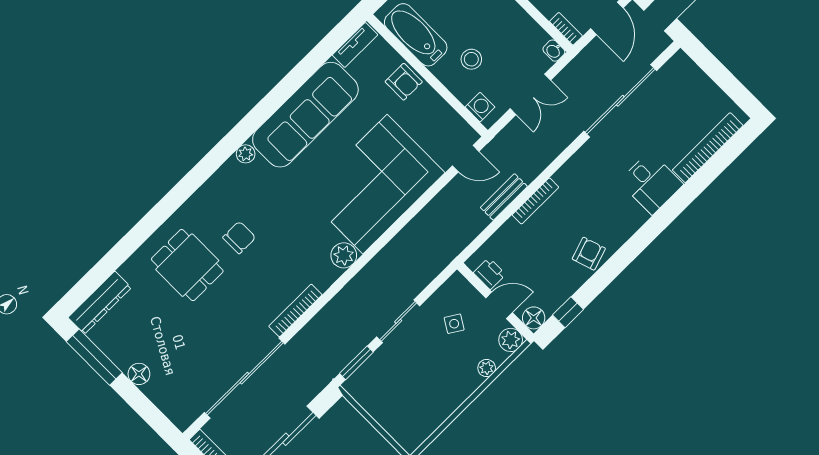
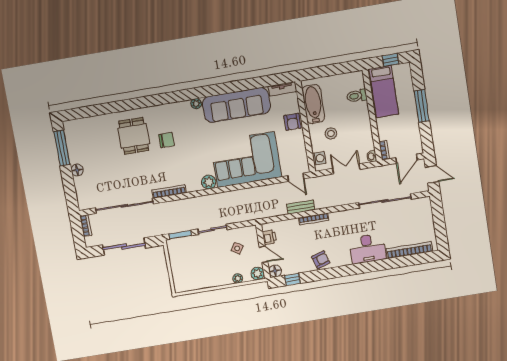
double door: (530, 94) -> (346, 169), swing flipped
desk: (651, 183) -> (367, 249), width x1.37
dresser: (100, 303) -> (81, 125), removed

